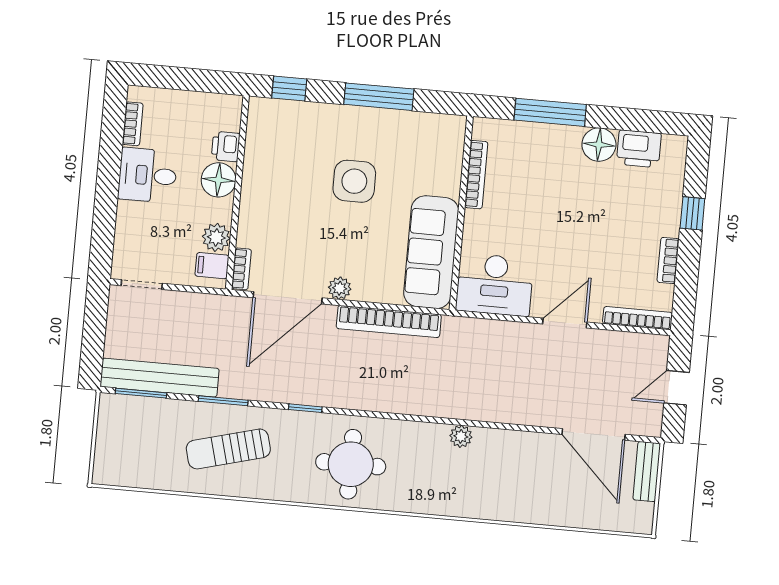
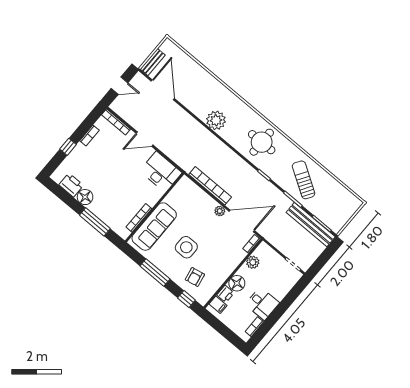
armchair: (302, 138) -> (195, 277), added
sofa: (431, 252) -> (154, 227), moved
filing cabinet: (212, 266) -> (218, 305), moved
plant: (461, 436) -> (216, 120), width x1.88, depth x1.88
sun lounger: (228, 449) -> (304, 180), turned -133

